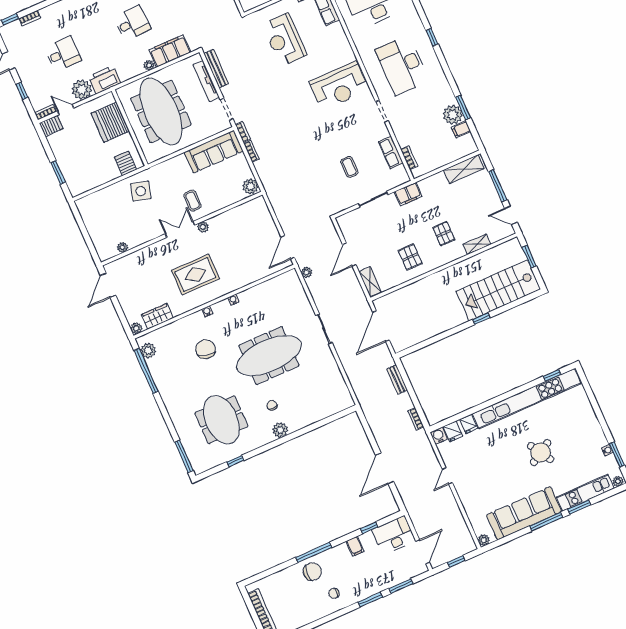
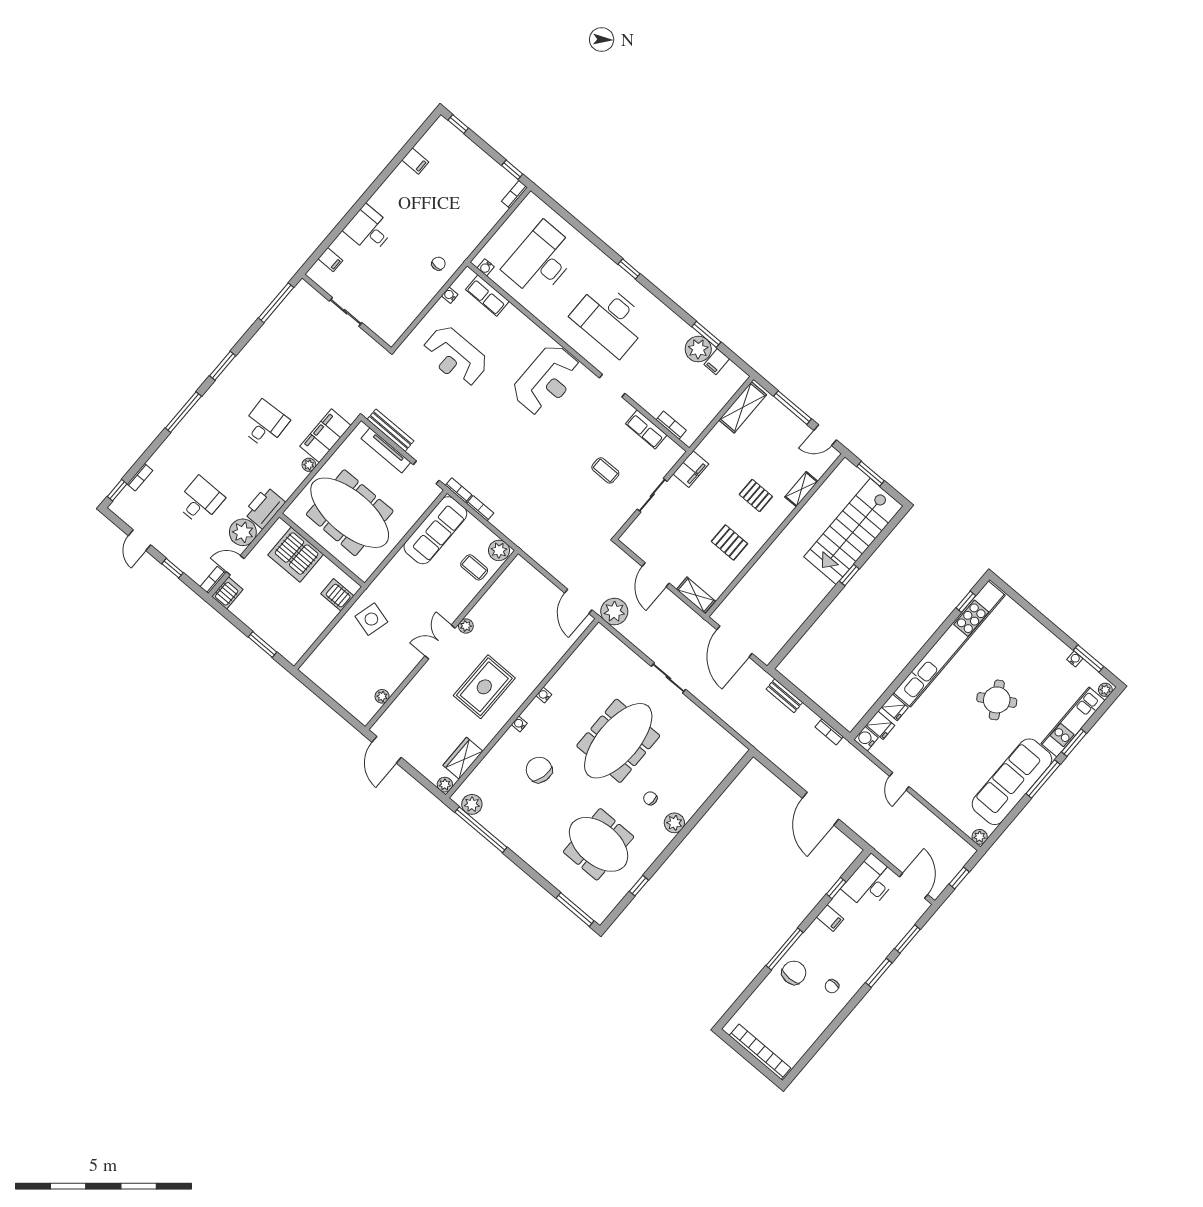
coffee table: (192, 201) -> (474, 567), moved
plant: (306, 272) -> (614, 612), width x1.88, depth x1.88

